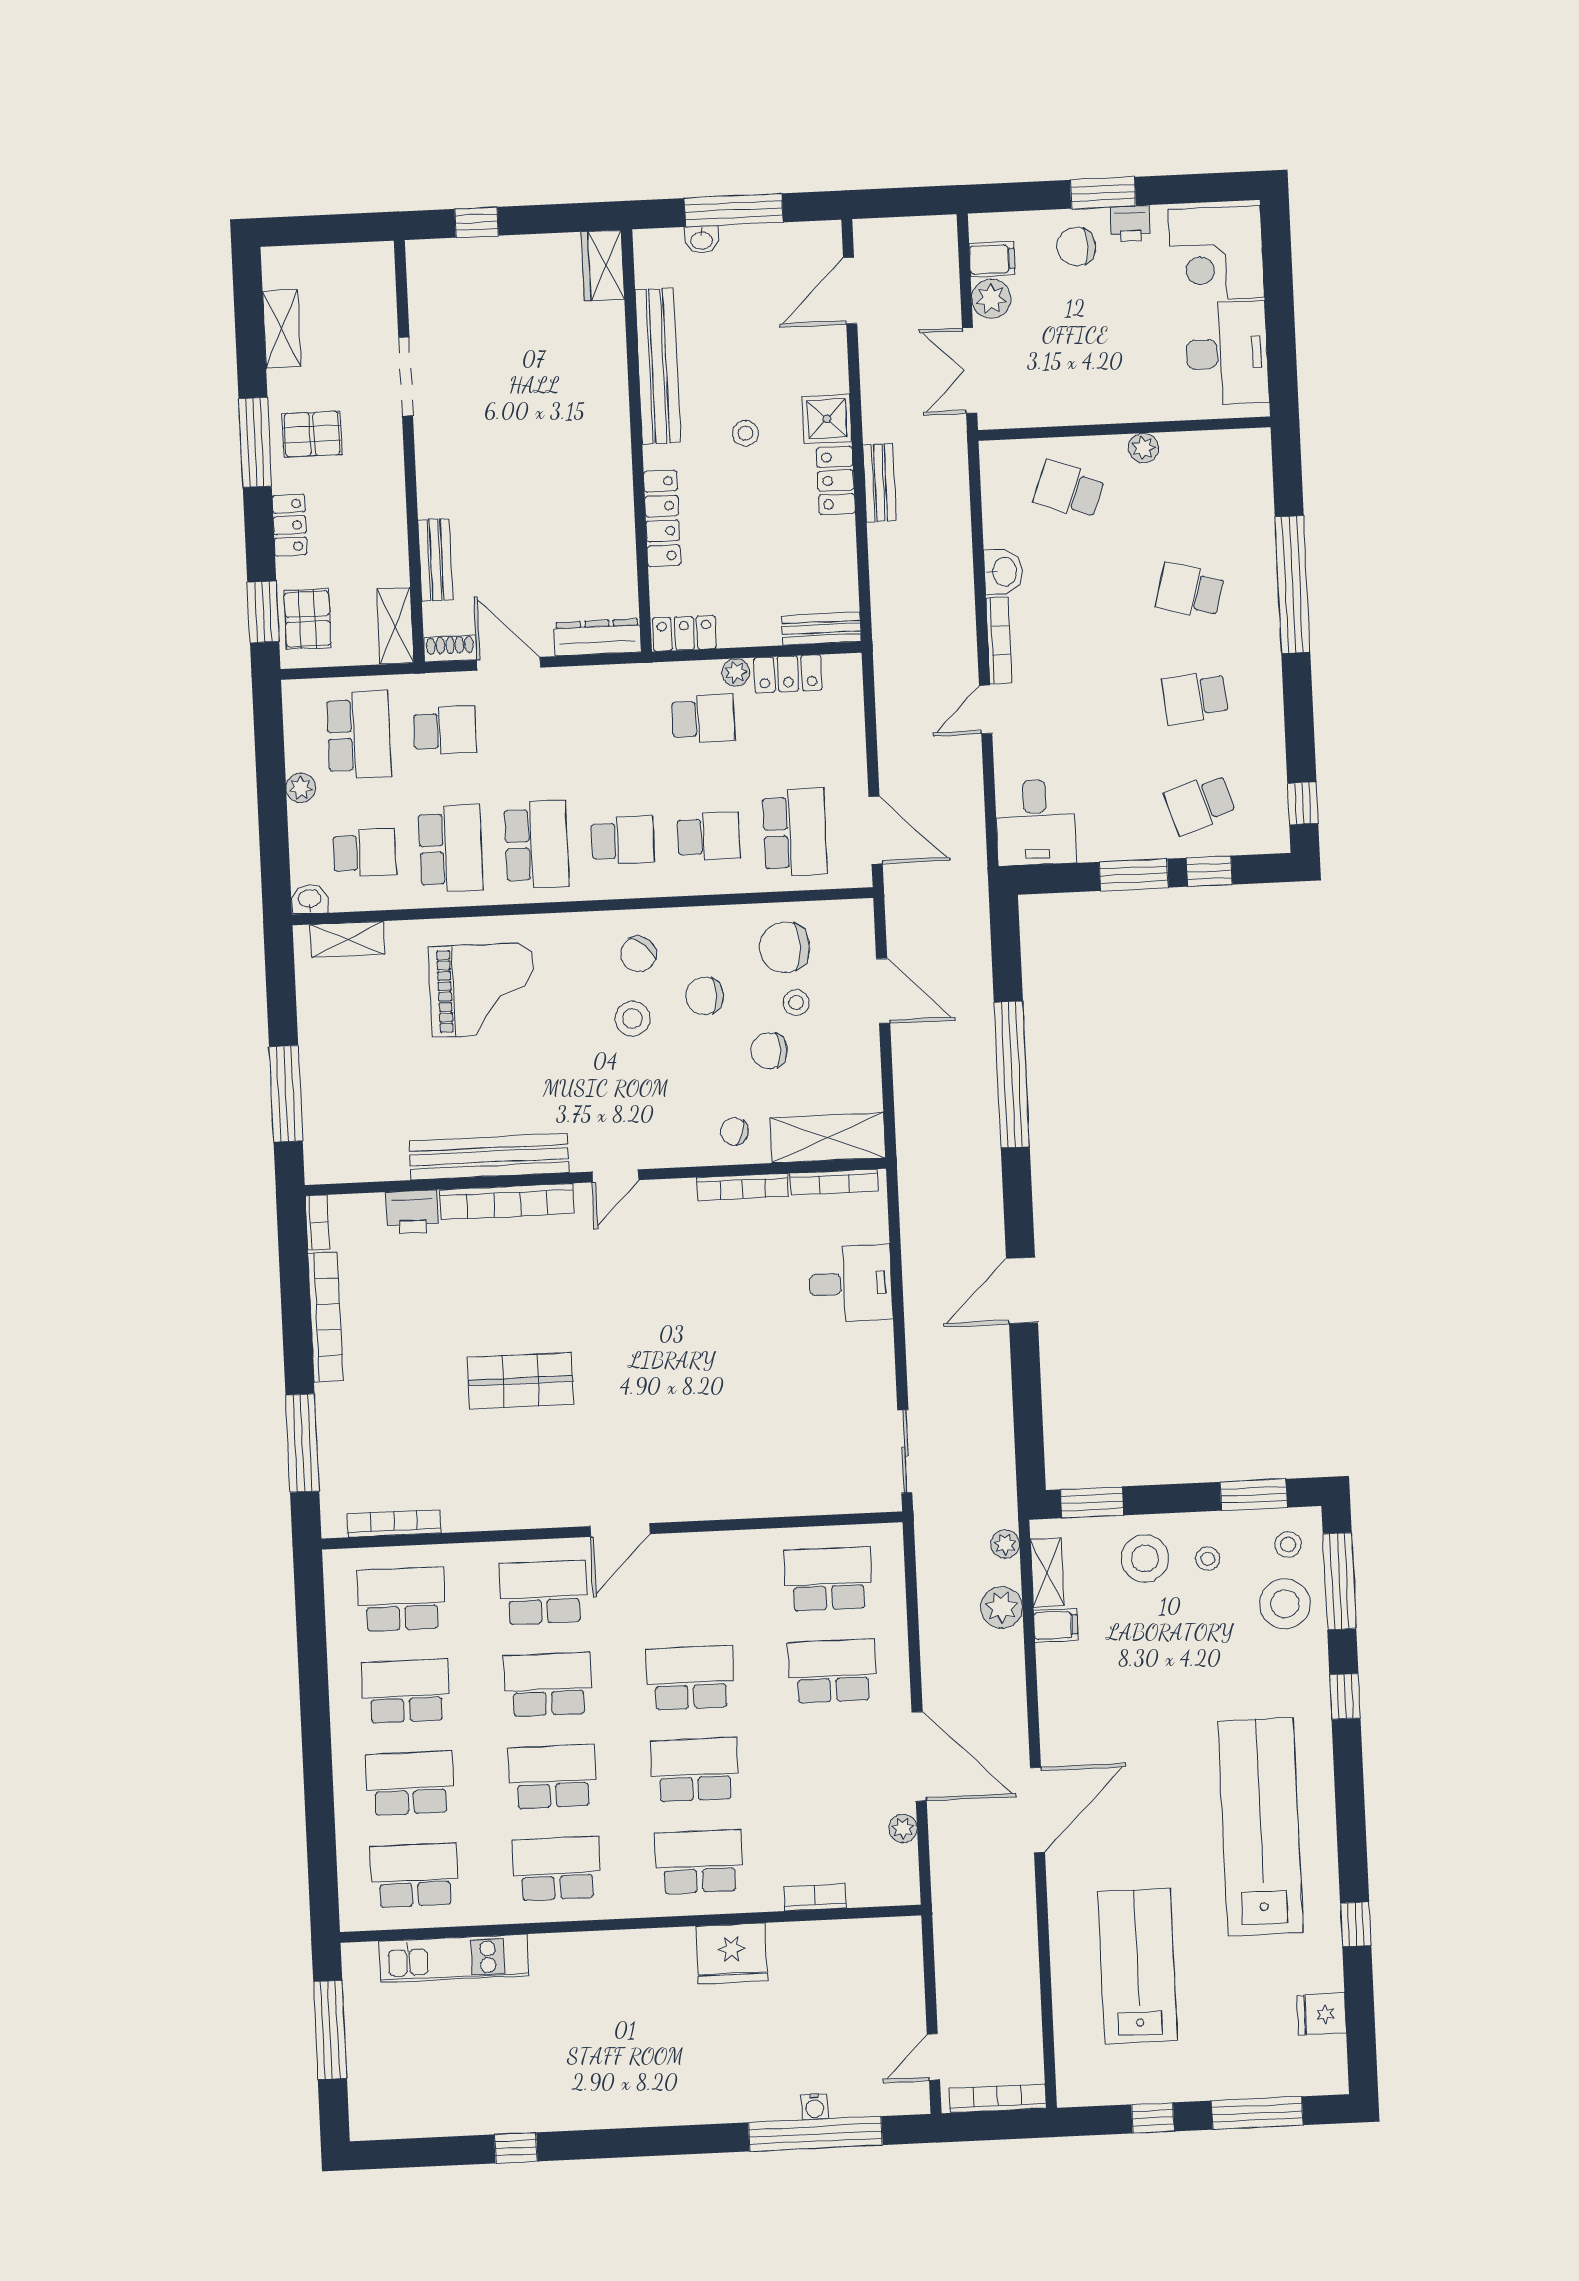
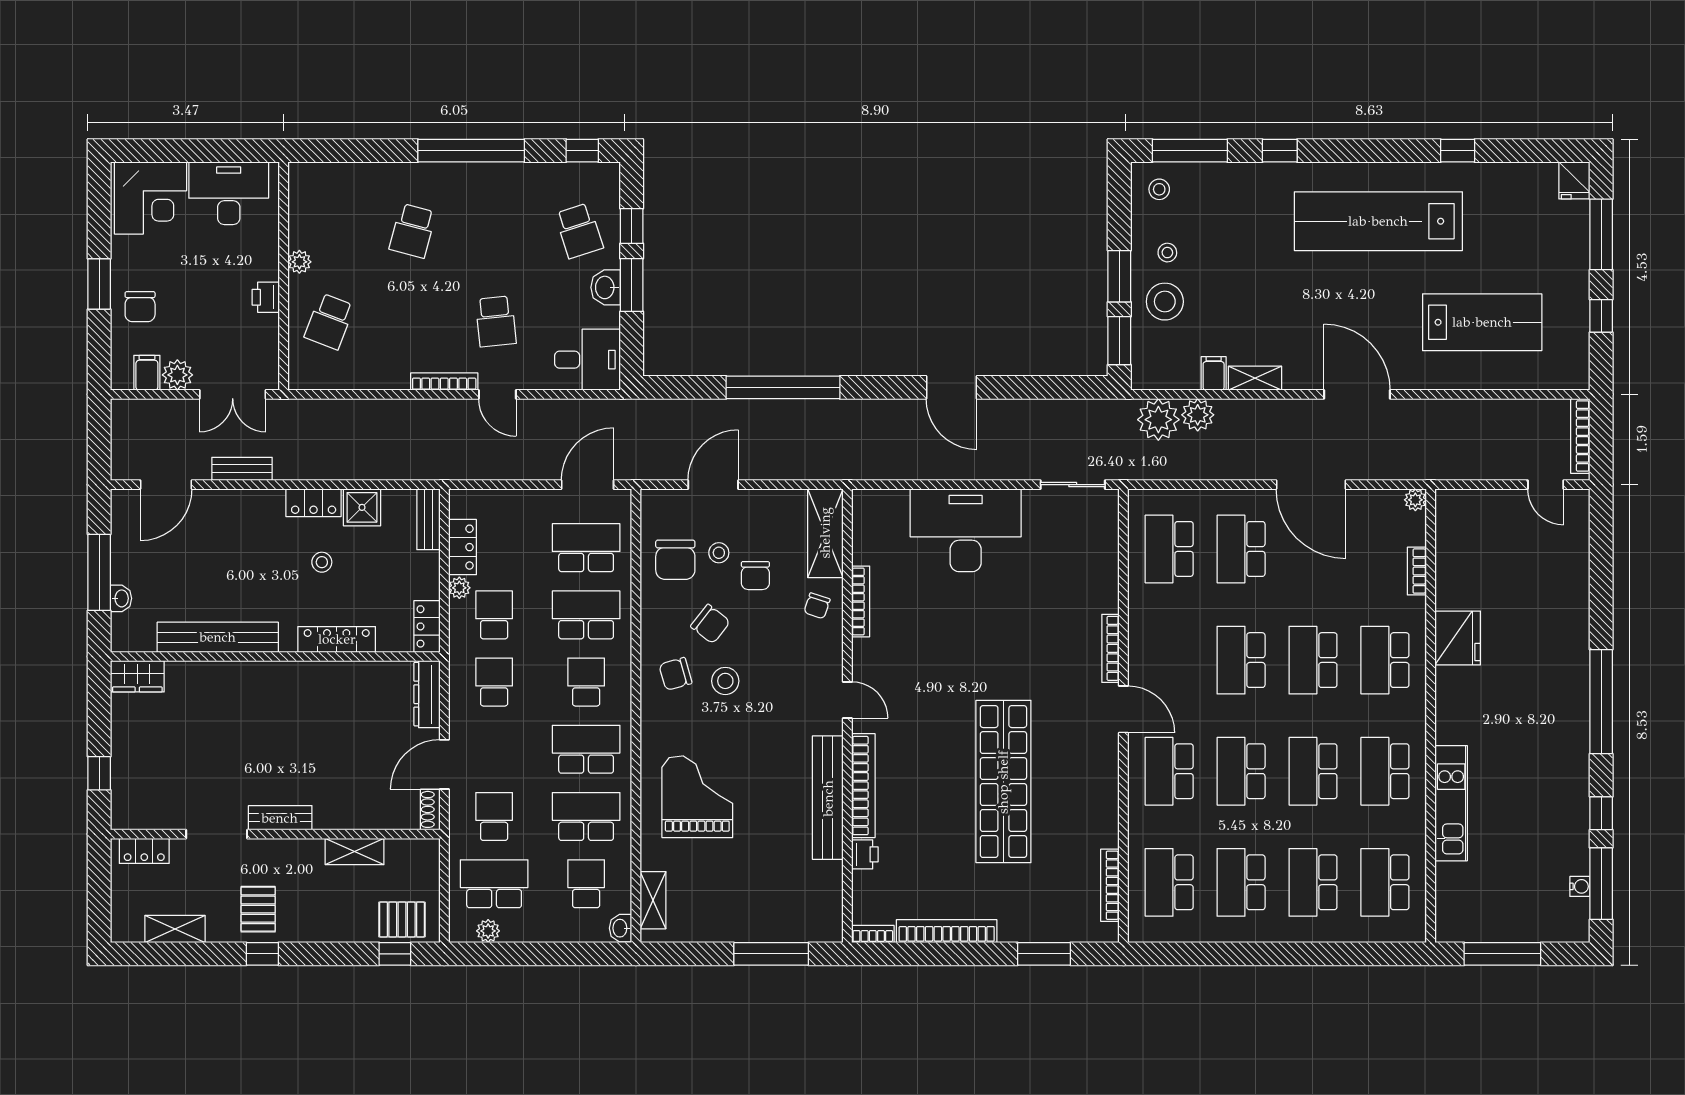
printer: (1130, 223) -> (266, 297), moved, turned 180
door: (850, 291) -> (166, 485), hinge flipped
shower: (827, 419) -> (362, 507), moved
stool: (745, 433) -> (322, 562), moved
window: (255, 442) -> (262, 954), width x0.46
bench: (879, 483) -> (242, 469), moved
locker: (290, 525) -> (144, 851), moved, turned 180
bench: (435, 560) -> (280, 818), moved
washbasin: (1004, 572) -> (606, 287), moved, turned -90
window: (1292, 584) -> (471, 151), moved
window: (263, 612) -> (395, 954), width x0.67
shelving: (395, 626) -> (355, 851), moved
school desk: (1195, 697) -> (496, 321), moved
school desk: (617, 723) -> (494, 682), added
plant: (301, 788) -> (488, 931), moved
school desk: (709, 836) -> (586, 615), width x1.85
chair: (638, 954) -> (675, 674), turned 124
chair: (705, 996) -> (710, 624), turned -52
bookcase: (834, 1182) -> (1111, 648), moved, turned 180
printer: (412, 1212) -> (865, 854), width x0.73, depth x0.81
desk: (851, 1284) -> (966, 530), width x1.87, depth x1.30
shop shelf: (520, 1381) -> (1003, 782), width x2.00, depth x1.36
window: (302, 1443) -> (1044, 954), width x0.69
window: (1254, 1495) -> (1119, 276), moved
plant: (1005, 1544) -> (1158, 420), width x1.88, depth x1.88
shelving: (1047, 1572) -> (1255, 378), moved
stool: (1285, 1604) -> (1205, 194), removed
door: (919, 1756) -> (1311, 485), swing flipped
plant: (903, 1828) -> (1415, 500), moved
kitchen unit: (454, 1958) -> (1451, 803), moved
lab bench: (1137, 1966) -> (1482, 322), turned 180
fridge: (1322, 2014) -> (1574, 180), moved
water cooler: (815, 2107) -> (1580, 886), moved
window: (815, 2134) -> (1601, 702), moved
window: (426, 2152) -> (1601, 884), added

